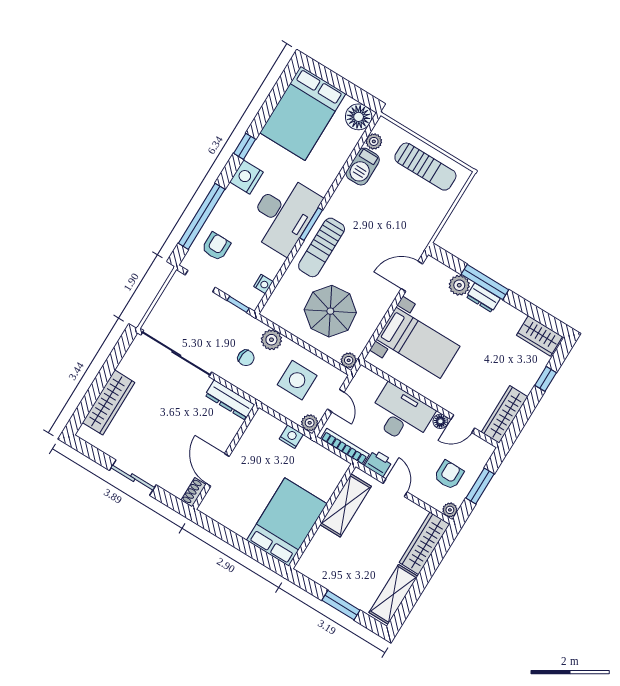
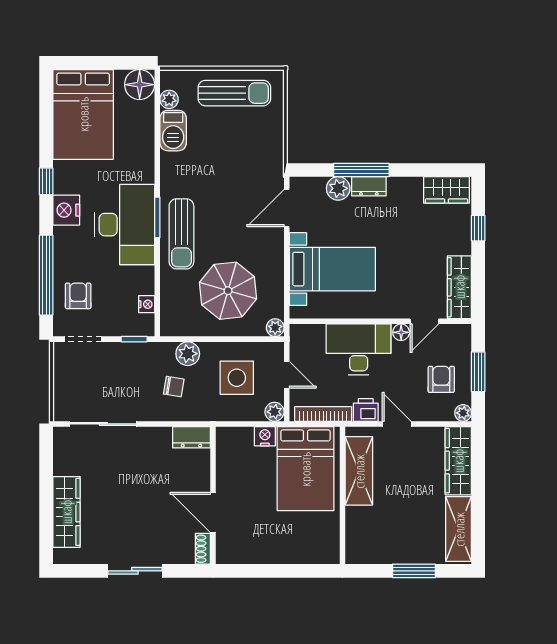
sliding door: (176, 354) -> (103, 424), width x0.73
dresser: (230, 400) -> (191, 437), width x0.70
bed: (287, 522) -> (305, 469), moved, turned 180

